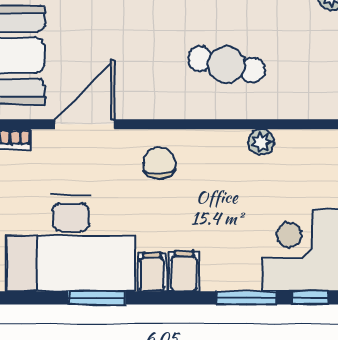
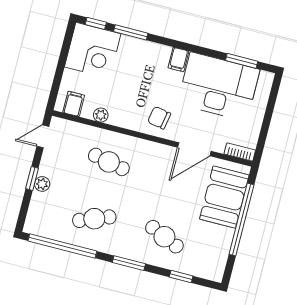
chair: (159, 163) -> (159, 118), turned 105
filing cabinet: (184, 271) -> (74, 104), moved, turned 180
window: (97, 298) -> (242, 61), moved

